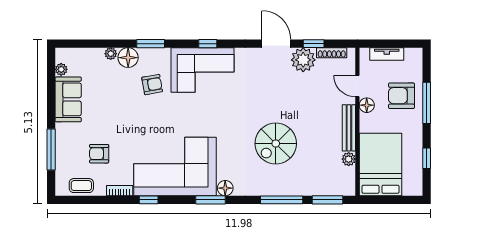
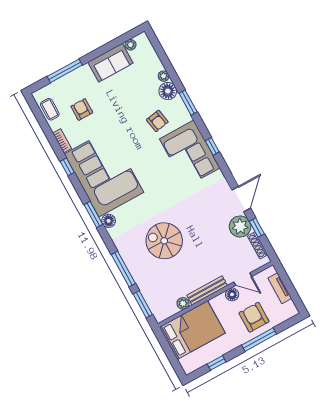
door: (357, 86) -> (243, 279), swing flipped

